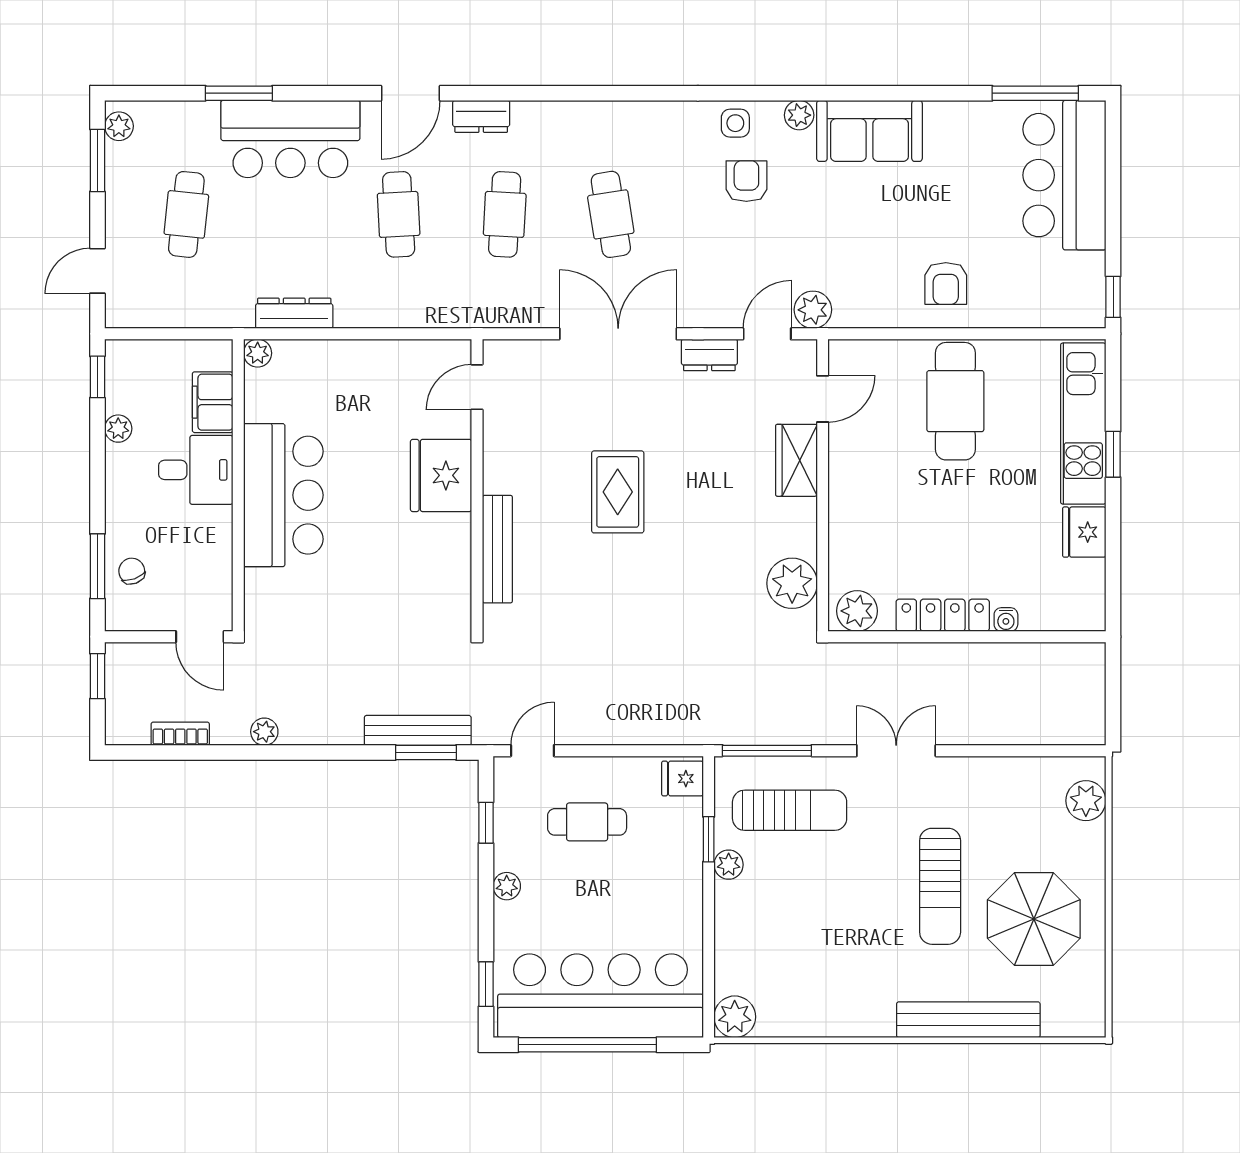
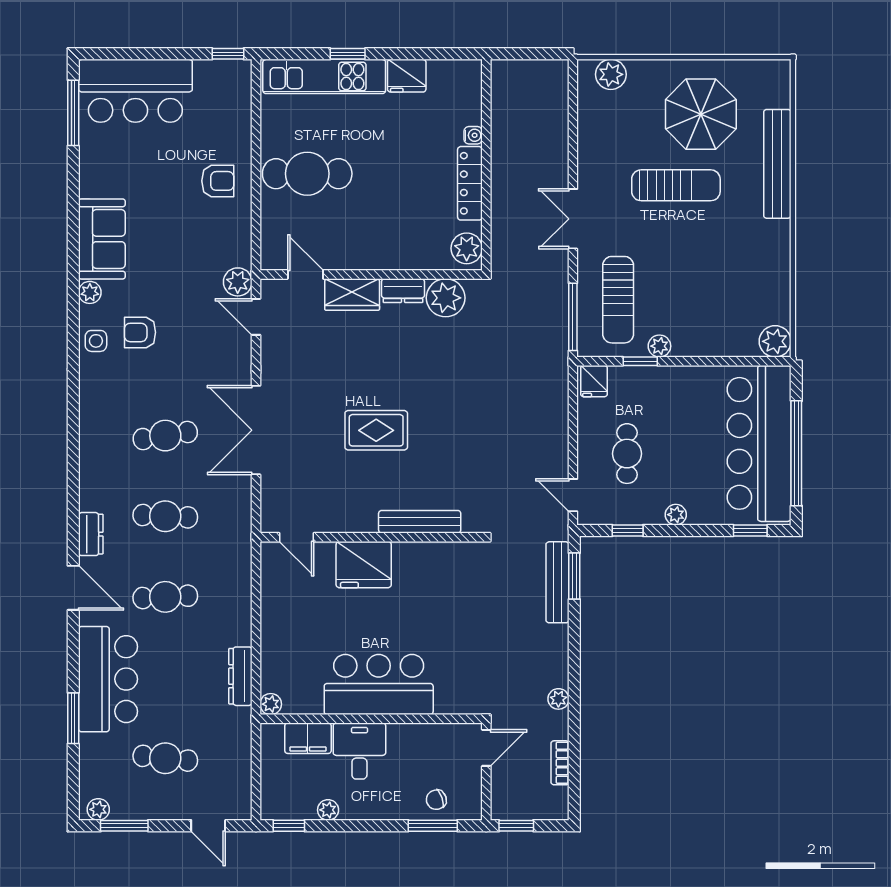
dresser: (709, 355) -> (403, 291), moved, turned 90
sun lounger: (790, 810) -> (618, 300), turned 180

